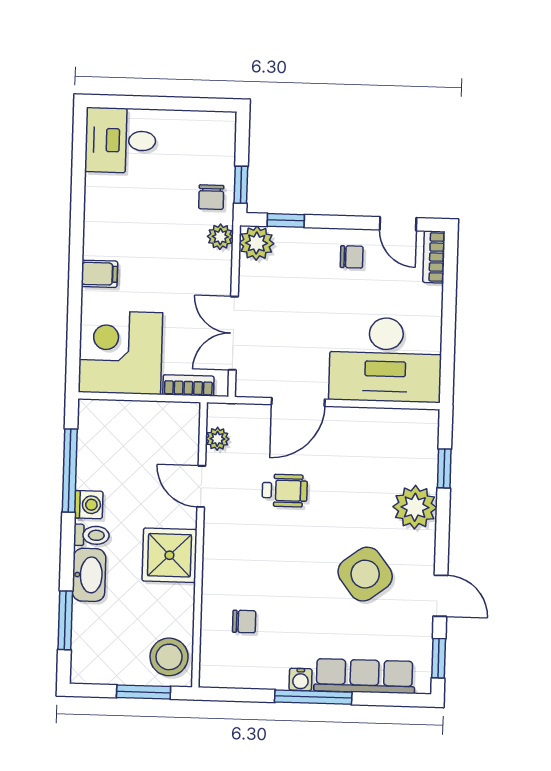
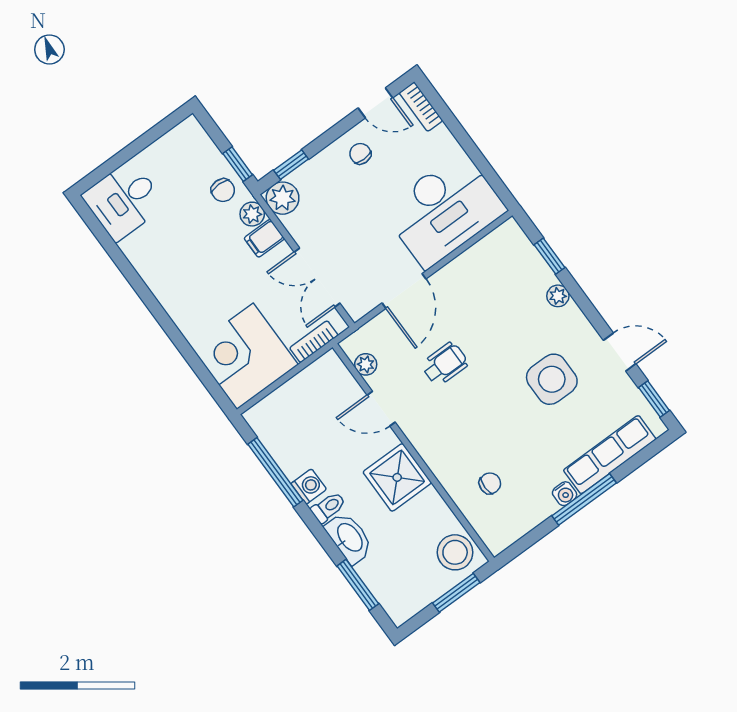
chair: (352, 257) -> (360, 154), turned -90
filing cabinet: (99, 274) -> (264, 238), moved, turned 180
plant: (415, 507) -> (558, 296), width x0.53, depth x0.53
side table: (365, 574) -> (552, 379), turned 37

